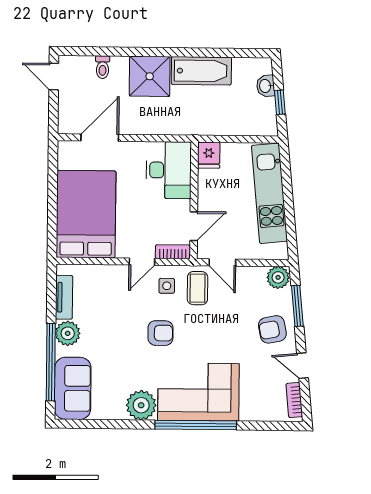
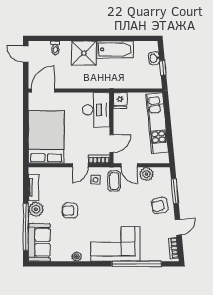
door: (100, 138) -> (43, 91), moved
plant: (278, 277) -> (146, 174), moved
armchair: (160, 333) -> (70, 211), moved, turned 180
door: (303, 366) -> (178, 227), swing flipped
plant: (141, 405) -> (77, 256), width x0.53, depth x0.53
window: (196, 425) -> (137, 264), moved

